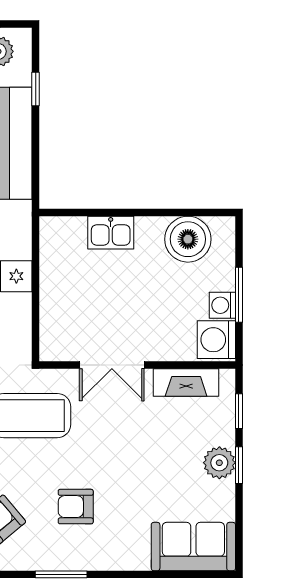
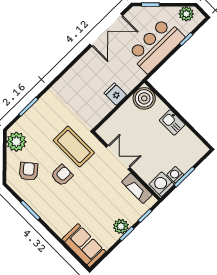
kitchen sink: (111, 233) -> (172, 122), moved
boiler: (188, 239) -> (144, 98), moved
double door: (112, 365) -> (118, 157), swing flipped
armchair: (76, 507) -> (62, 175), moved, turned 90

